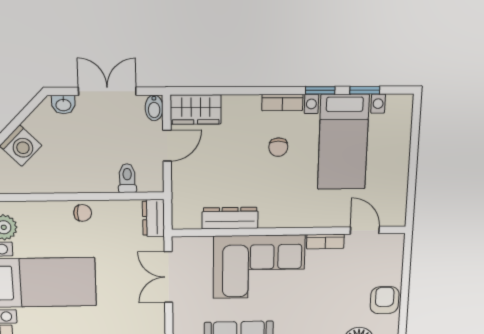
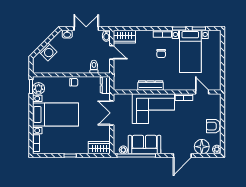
door: (167, 146) -> (112, 52), hinge flipped
dresser: (230, 218) -> (151, 86), moved
armchair: (385, 300) -> (213, 126), turned -90

